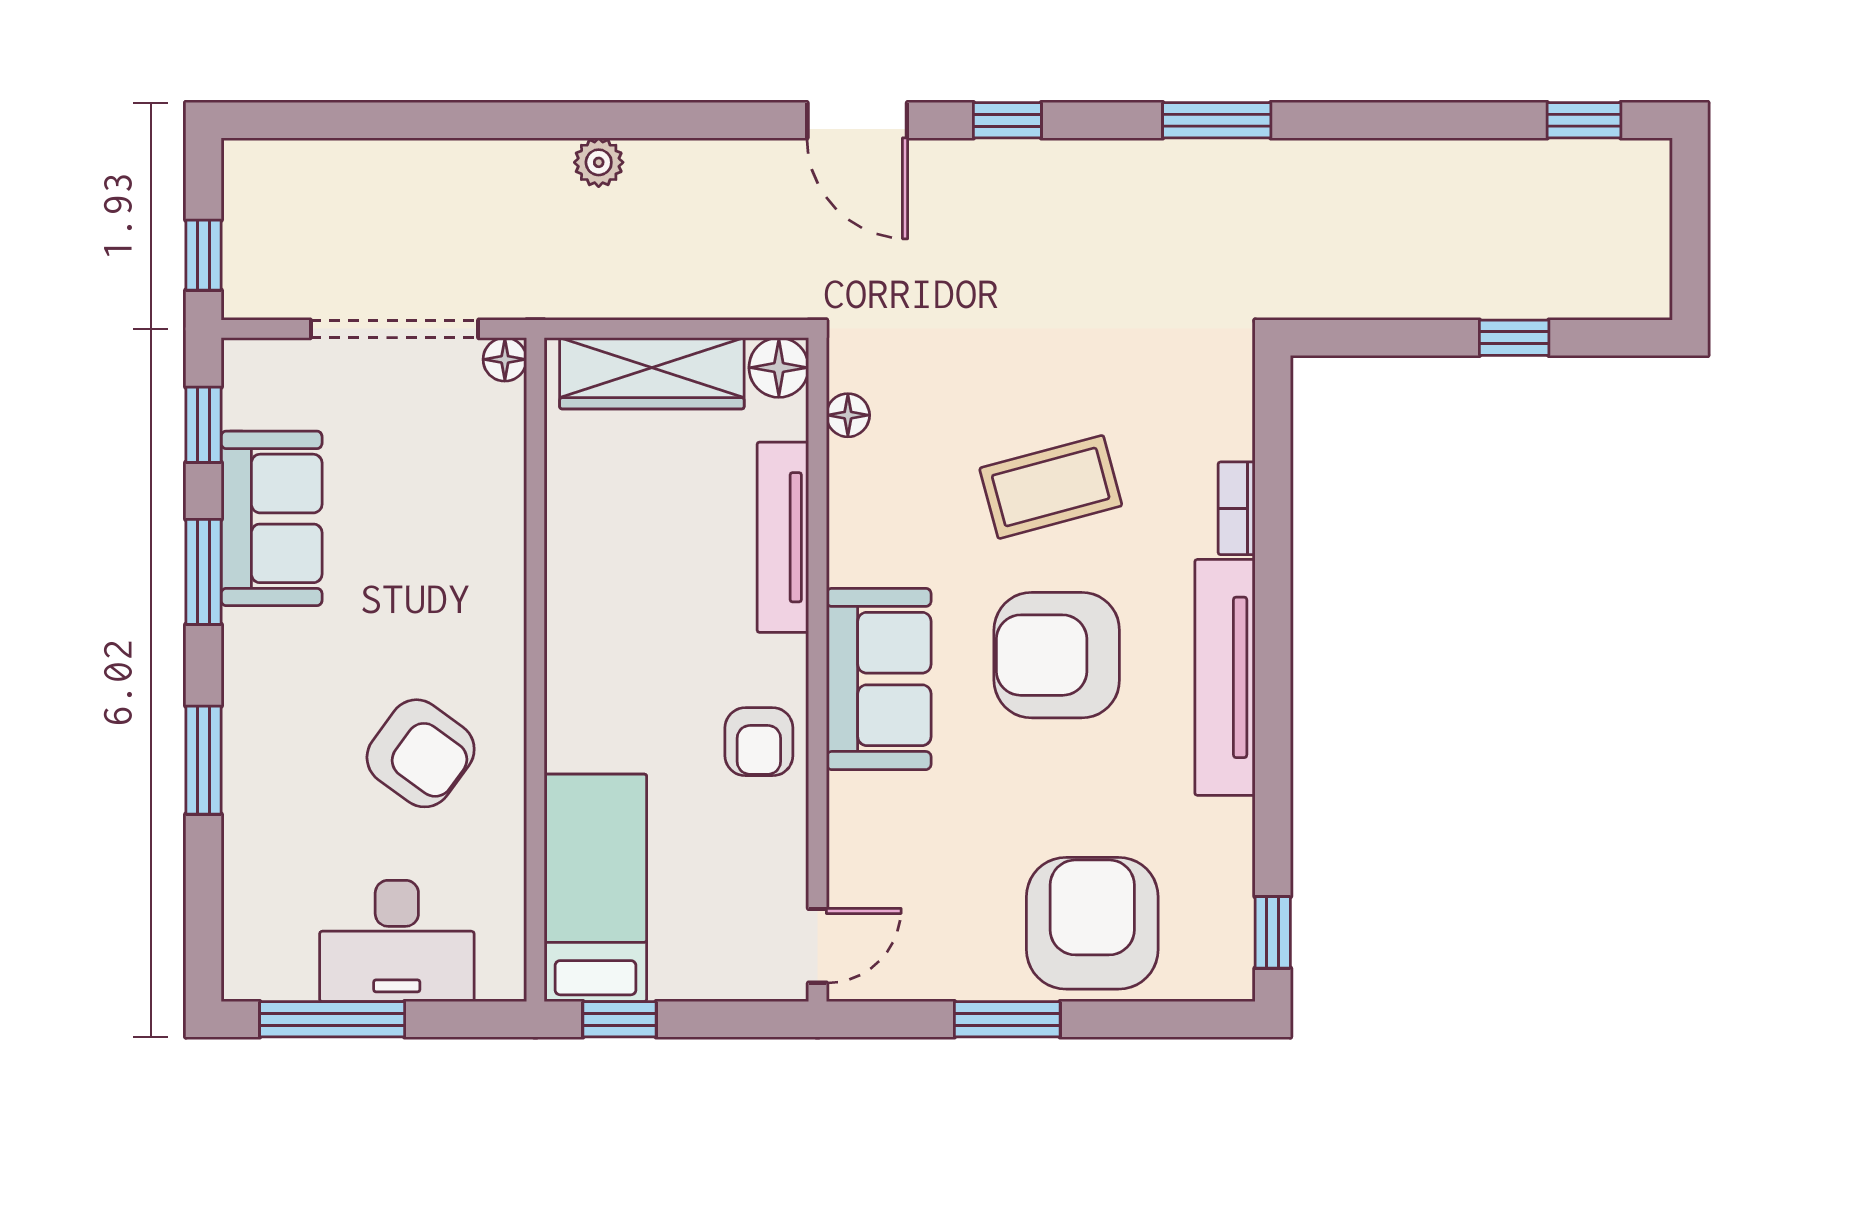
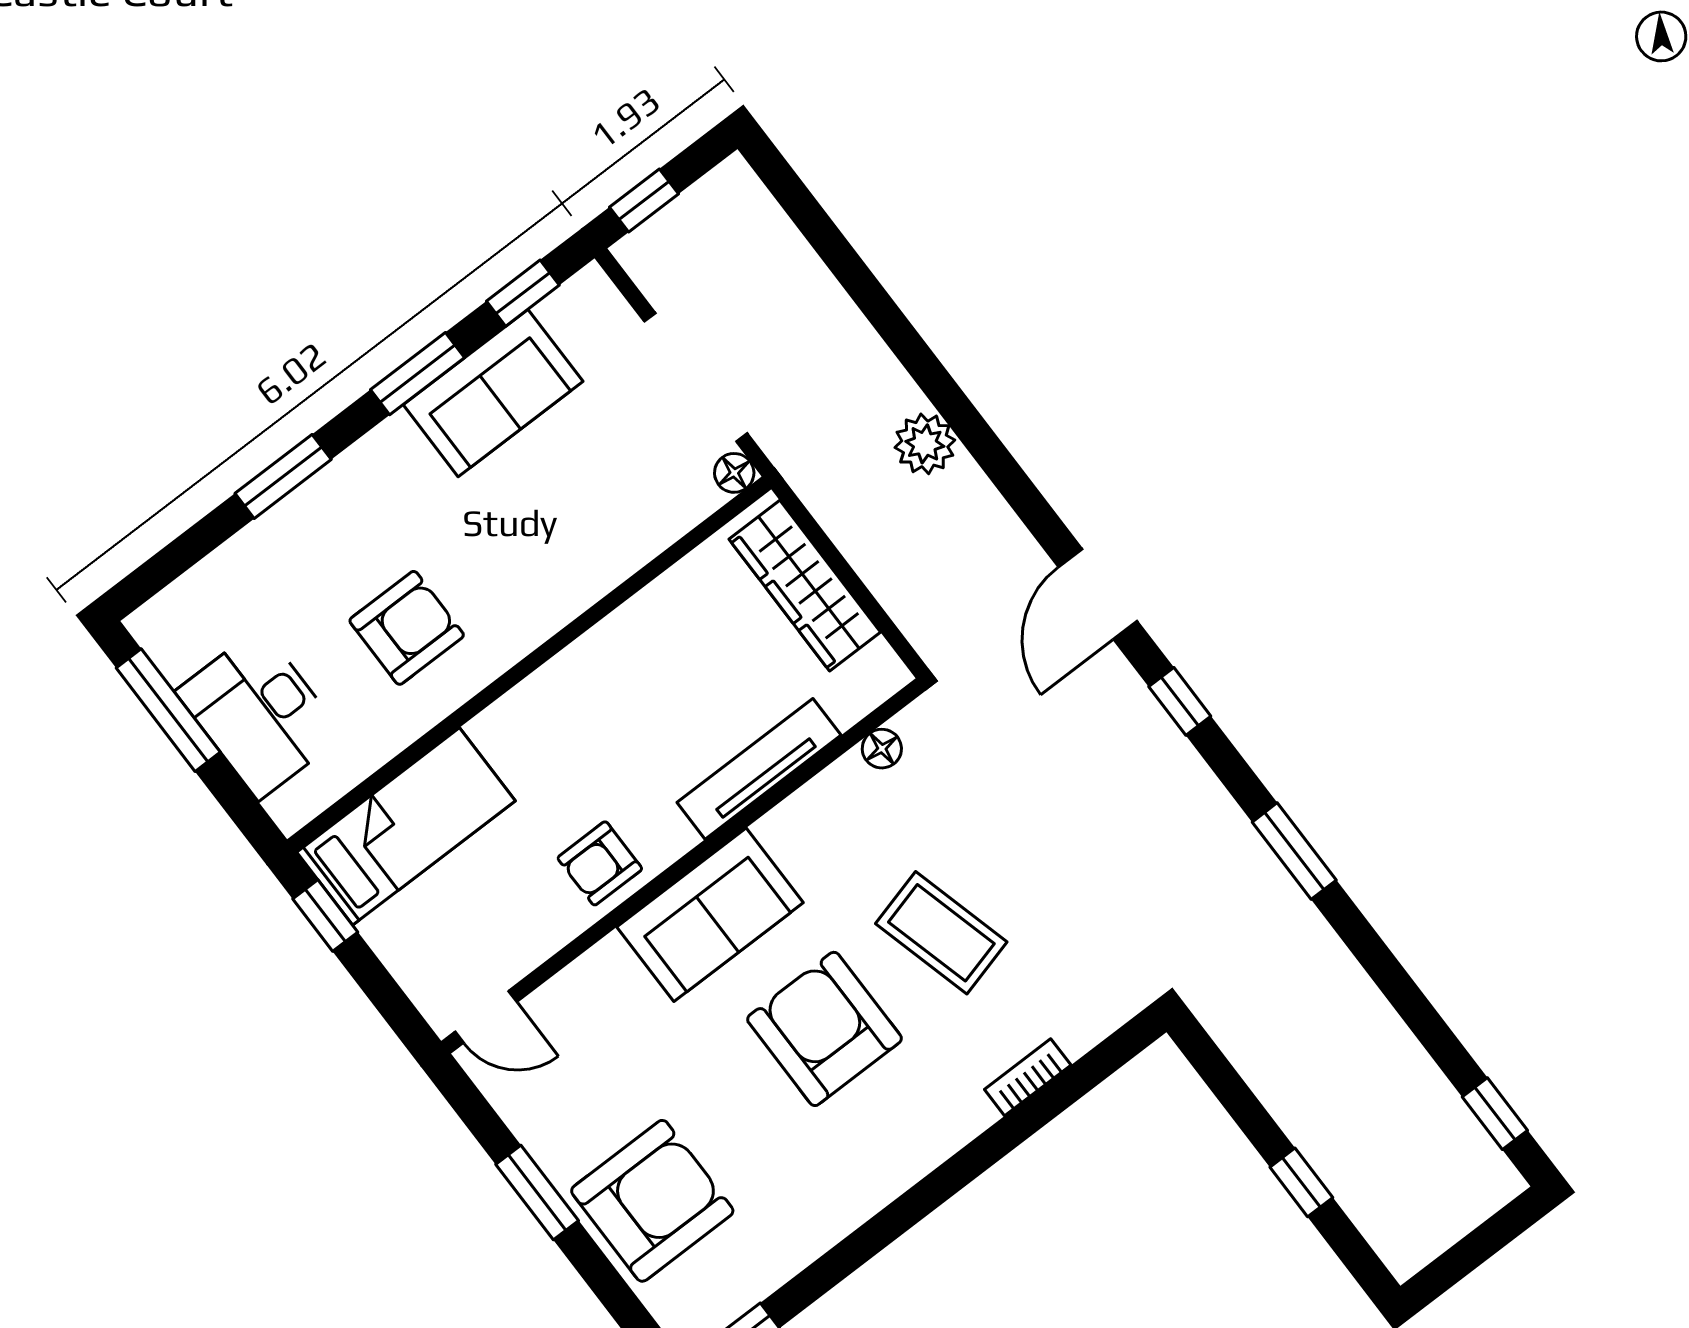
plant: (599, 162) -> (925, 444), width x1.38, depth x1.38
floor lamp: (779, 368) -> (878, 673), removed
tv unit: (1225, 677) -> (901, 1161), removed
armchair: (421, 753) -> (407, 628), turned -126

